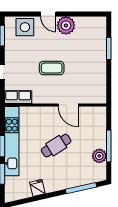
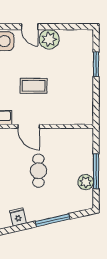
door: (68, 105) -> (29, 126), moved
cafe table: (56, 146) -> (38, 171), turned -58
window: (81, 188) -> (53, 220), moved

